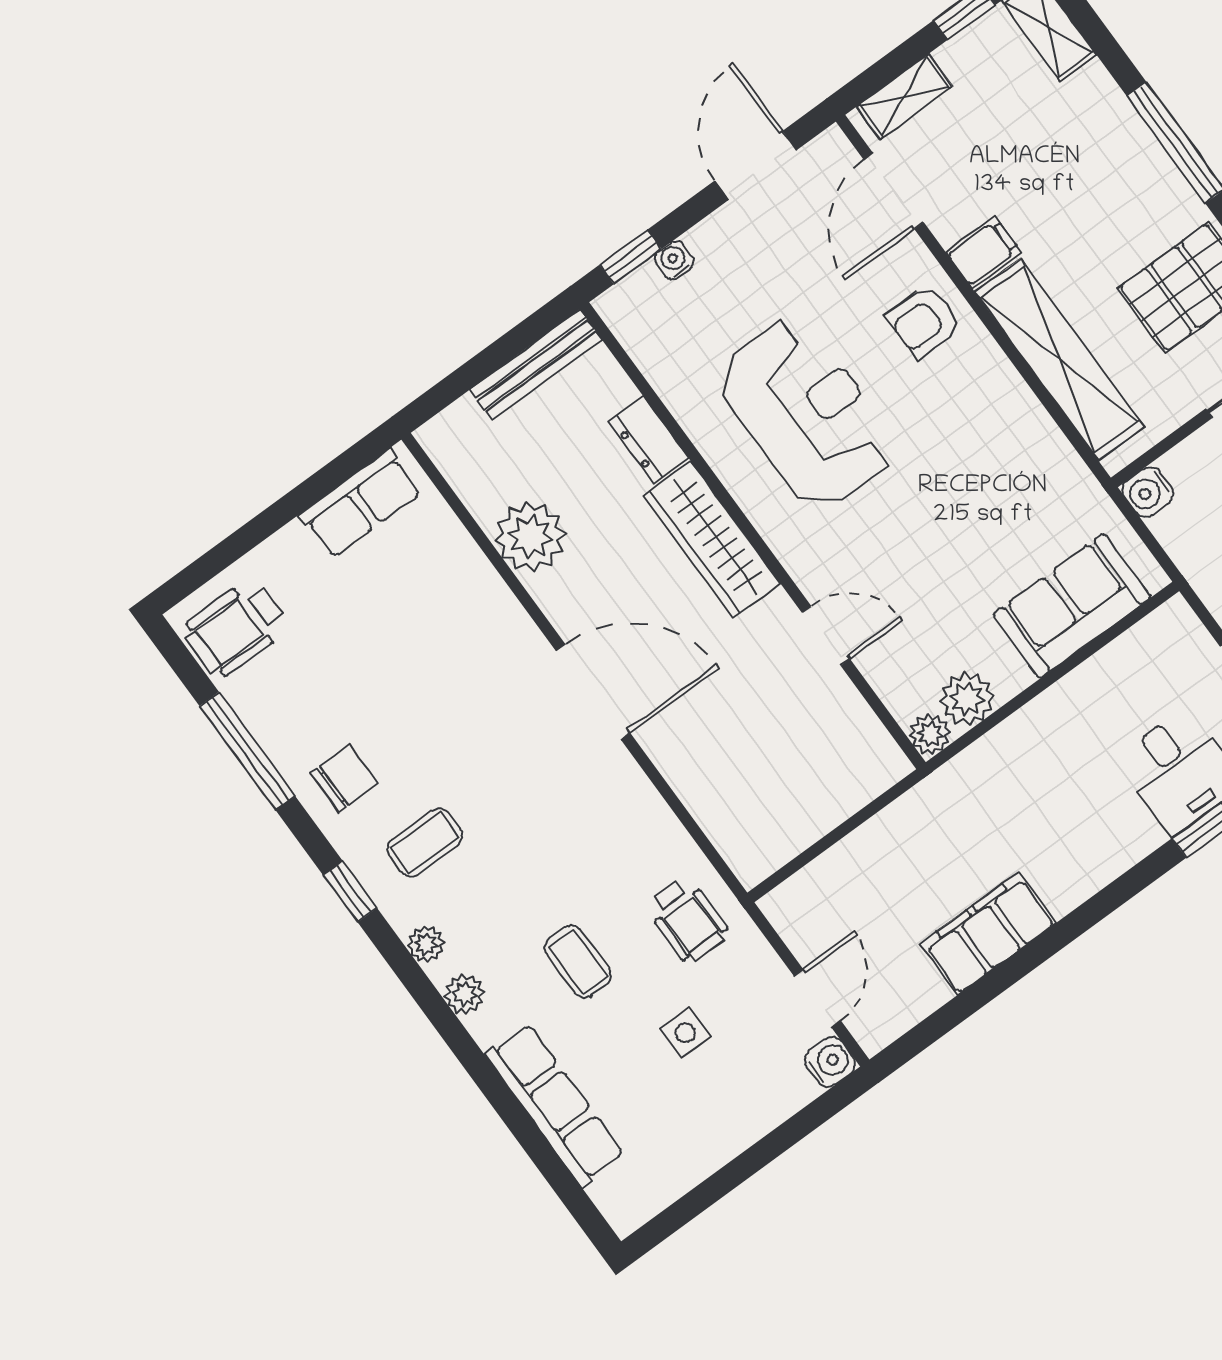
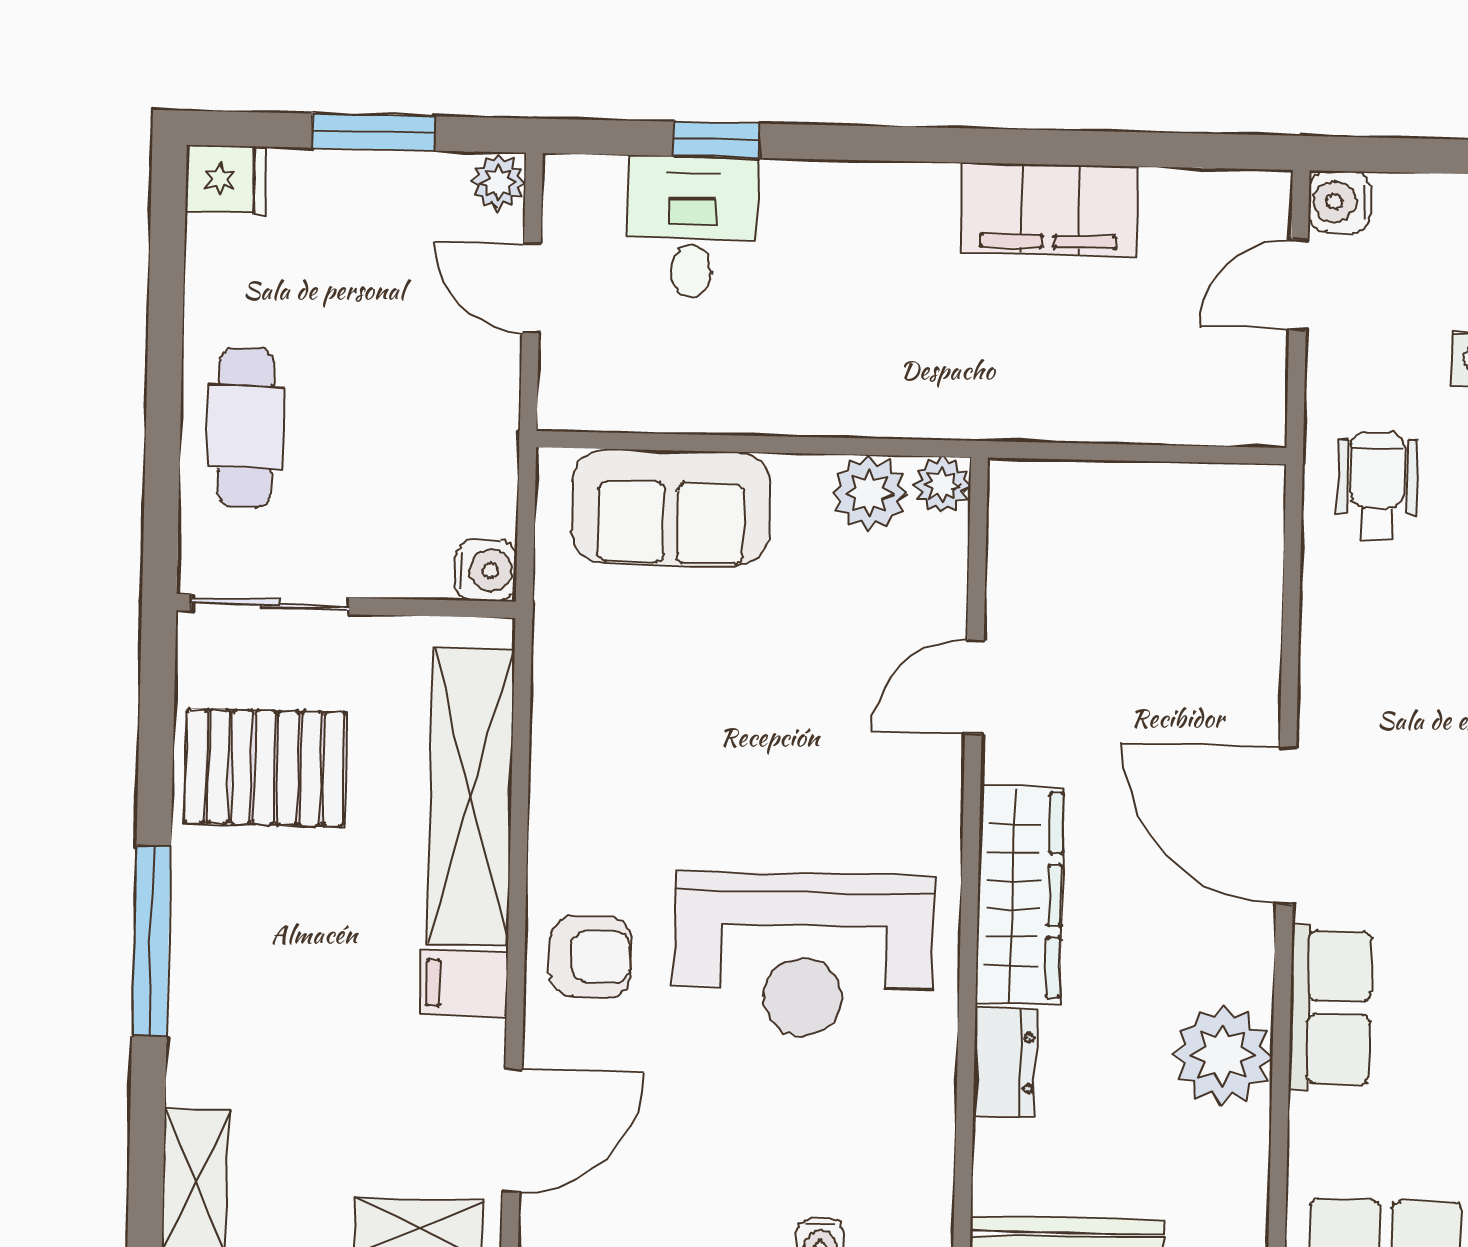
reception desk: (807, 413) -> (803, 955), turned -90
row of seats: (491, 609) -> (1330, 1008), added
door: (826, 636) -> (974, 687), hinge flipped

